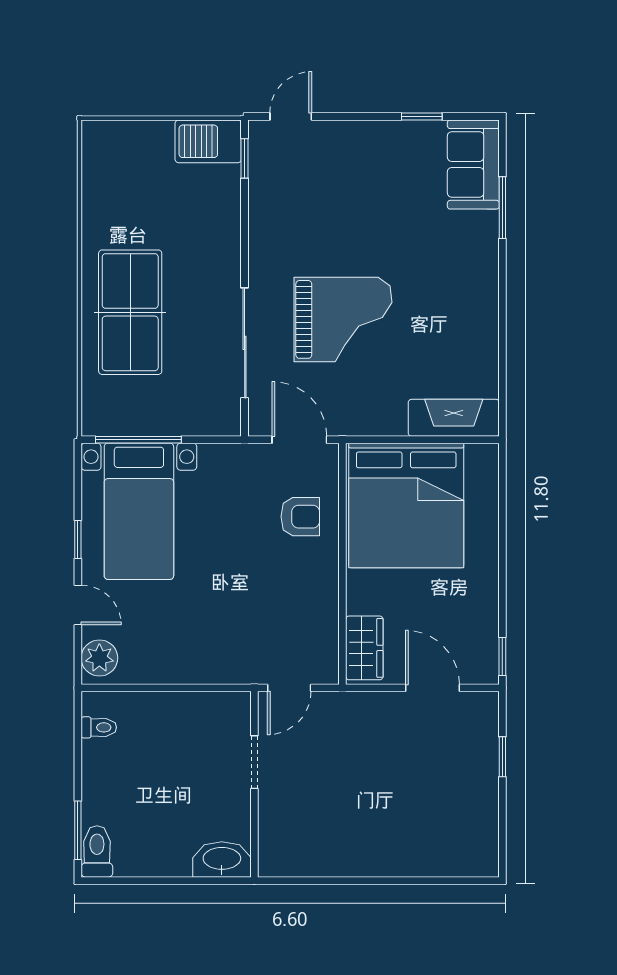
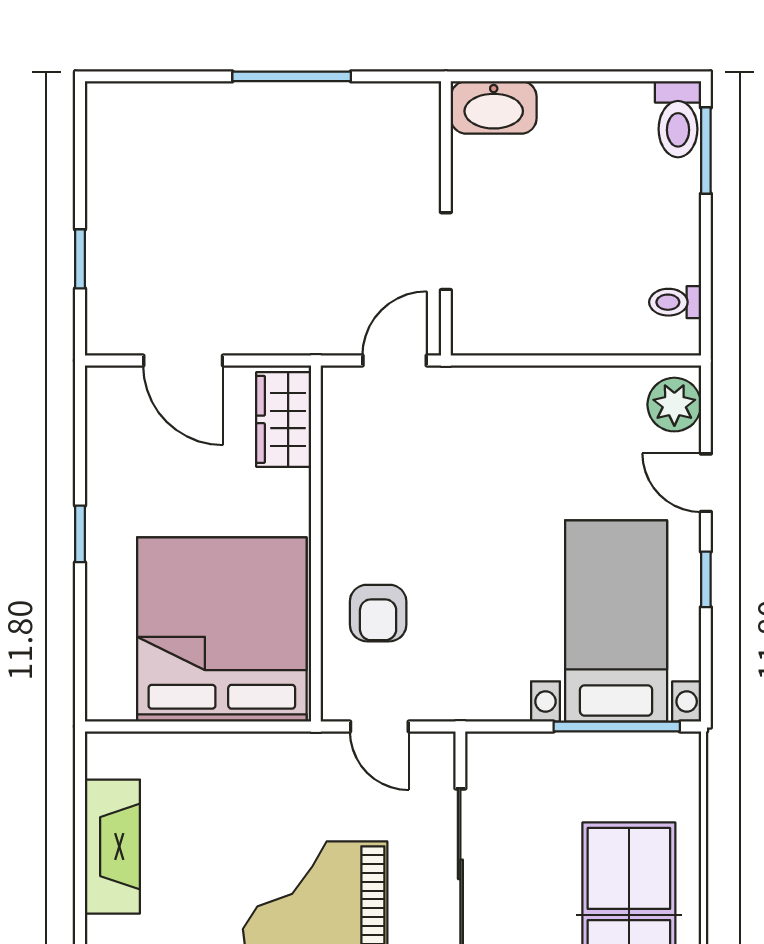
fireplace: (454, 418) -> (112, 847), moved, turned -90
door: (299, 440) -> (379, 726), width x0.73
armchair: (300, 517) -> (378, 613), turned -90
window: (502, 657) -> (80, 534), moved
window: (359, 881) -> (292, 76), added

